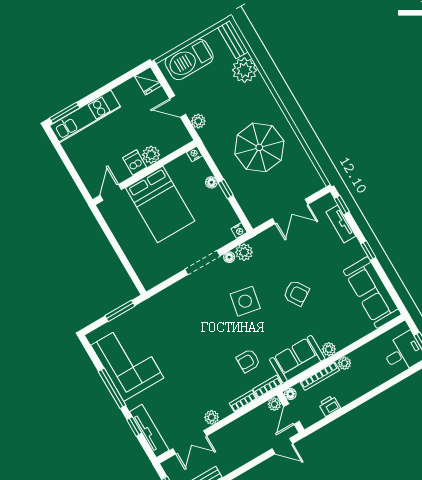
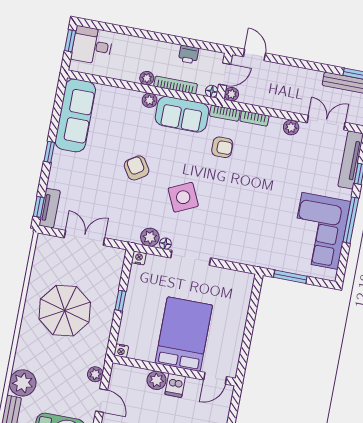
floor lamp: (211, 182) -> (127, 316), removed
tv unit: (341, 224) -> (50, 208), moved
side table: (245, 301) -> (183, 197), turned -36

